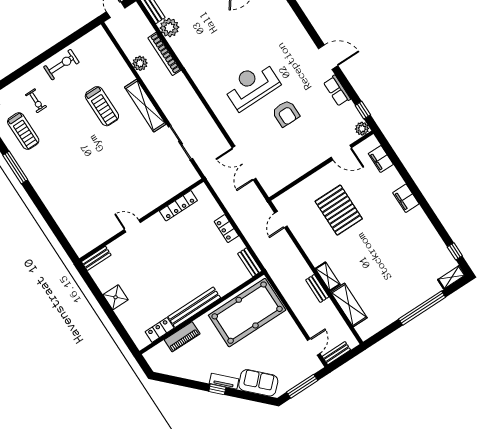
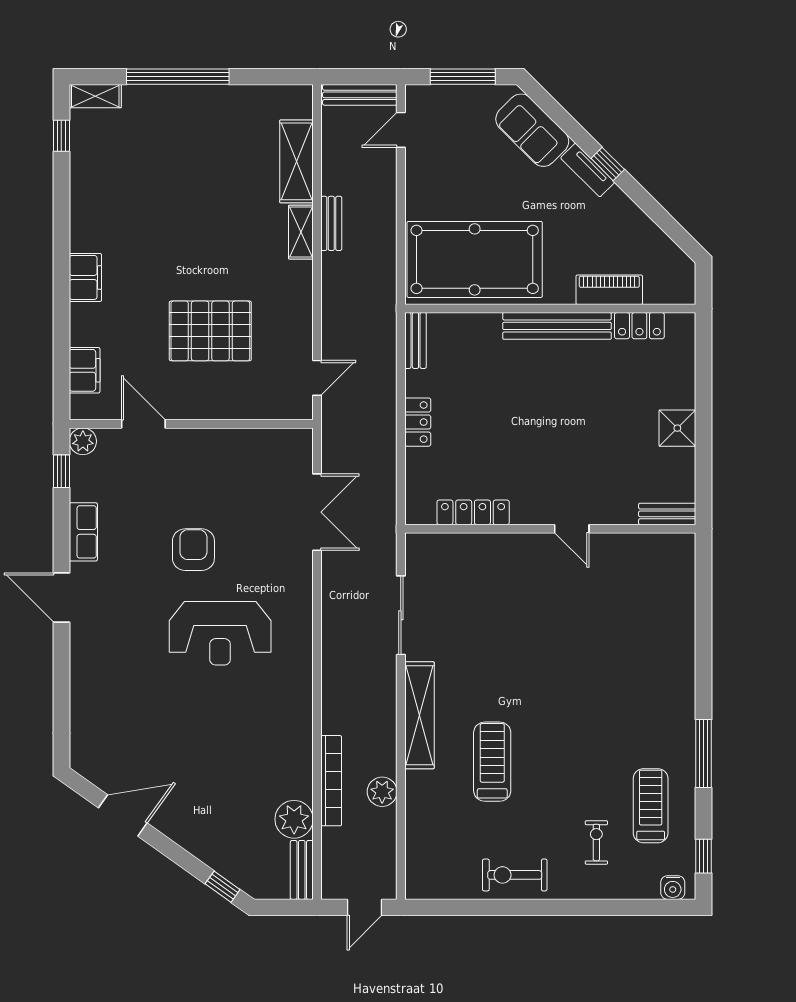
pallet: (339, 210) -> (210, 331), turned 90
bench: (336, 353) -> (360, 95), width x1.36

